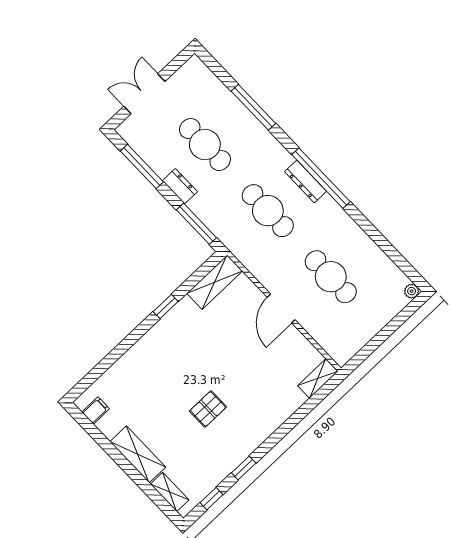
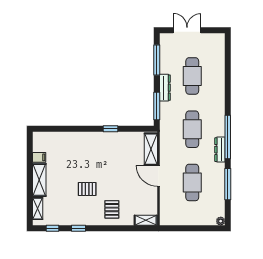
window: (253, 107) -> (228, 184), moved
dresser: (306, 181) -> (220, 150), moved
dresser: (180, 186) -> (165, 88), width x1.44
shelving: (215, 282) -> (151, 149), moved, turned 90
door: (281, 308) -> (158, 176), hinge flipped
pallet: (263, 405) -> (112, 209), added
filing cabinet: (96, 410) -> (39, 157), moved

